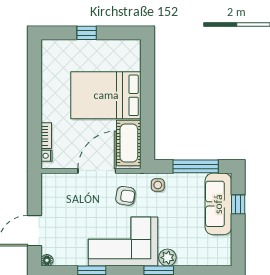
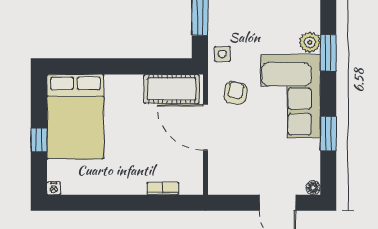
bed: (106, 95) -> (75, 117), moved
nightstand: (46, 156) -> (54, 188), moved

